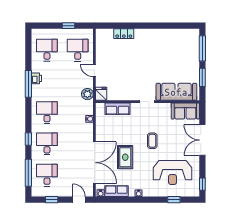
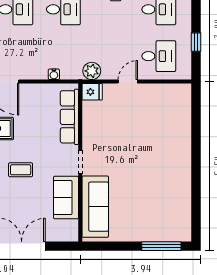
locker: (124, 34) -> (184, 126), removed
window: (202, 77) -> (117, 246), removed
row of seats: (117, 109) -> (69, 117), width x1.48
sofa: (185, 111) -> (66, 198), moved

